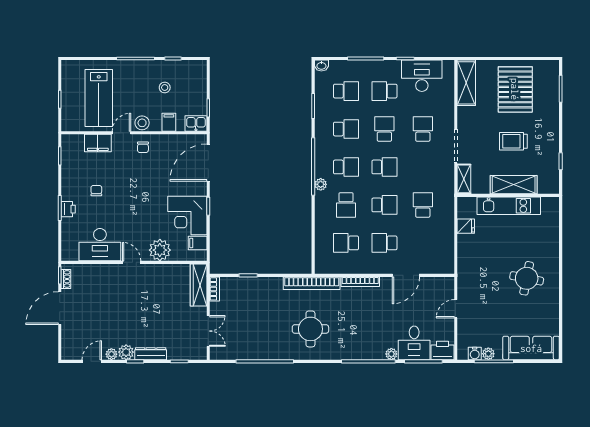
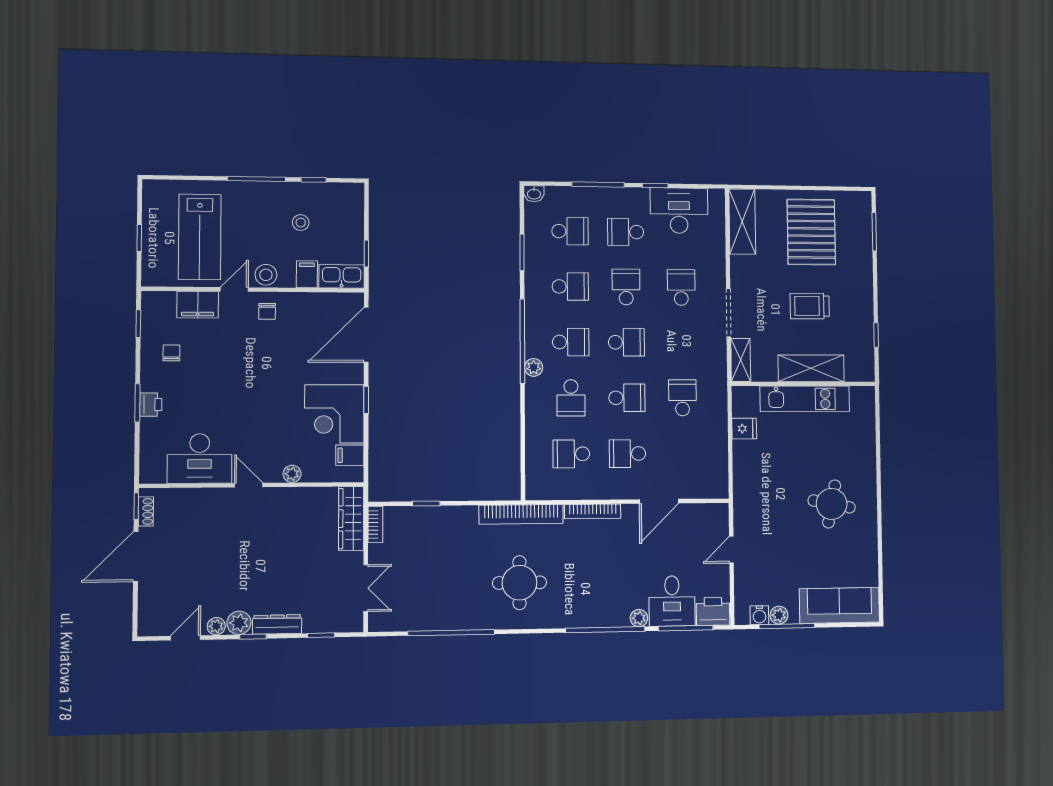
kitchen sink: (196, 123) -> (342, 276), width x1.38
chair: (96, 191) -> (171, 353), moved
plant: (160, 250) -> (292, 474), width x0.53, depth x0.53

